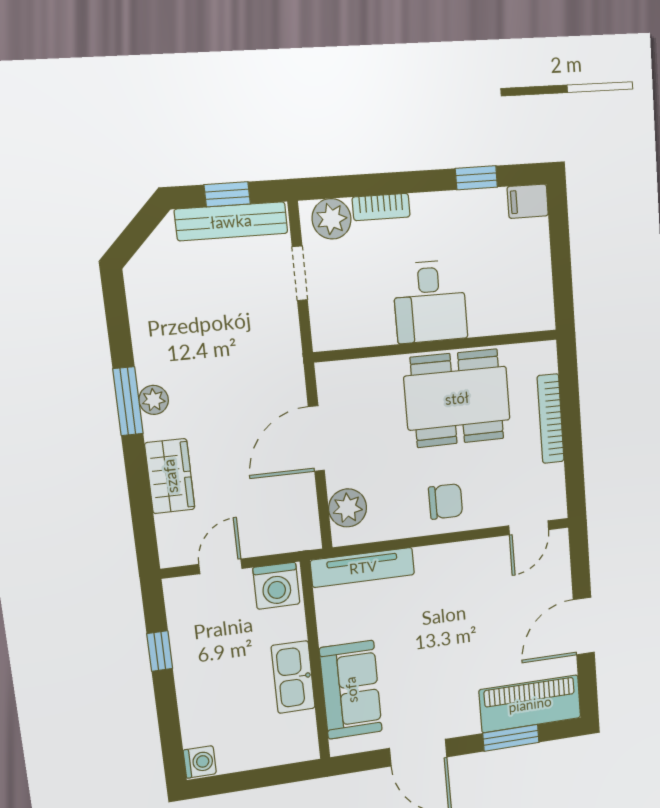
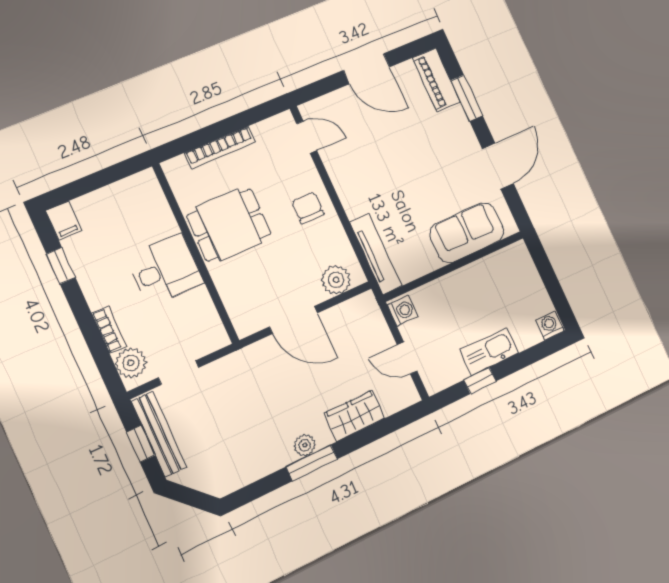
dining table: (457, 398) -> (229, 225), width x0.73
washing machine: (276, 586) -> (403, 311), width x0.73, depth x0.73
kitchen sink: (293, 677) -> (489, 352), moved, turned 180
piano: (530, 704) -> (437, 80), width x0.73, depth x0.75

